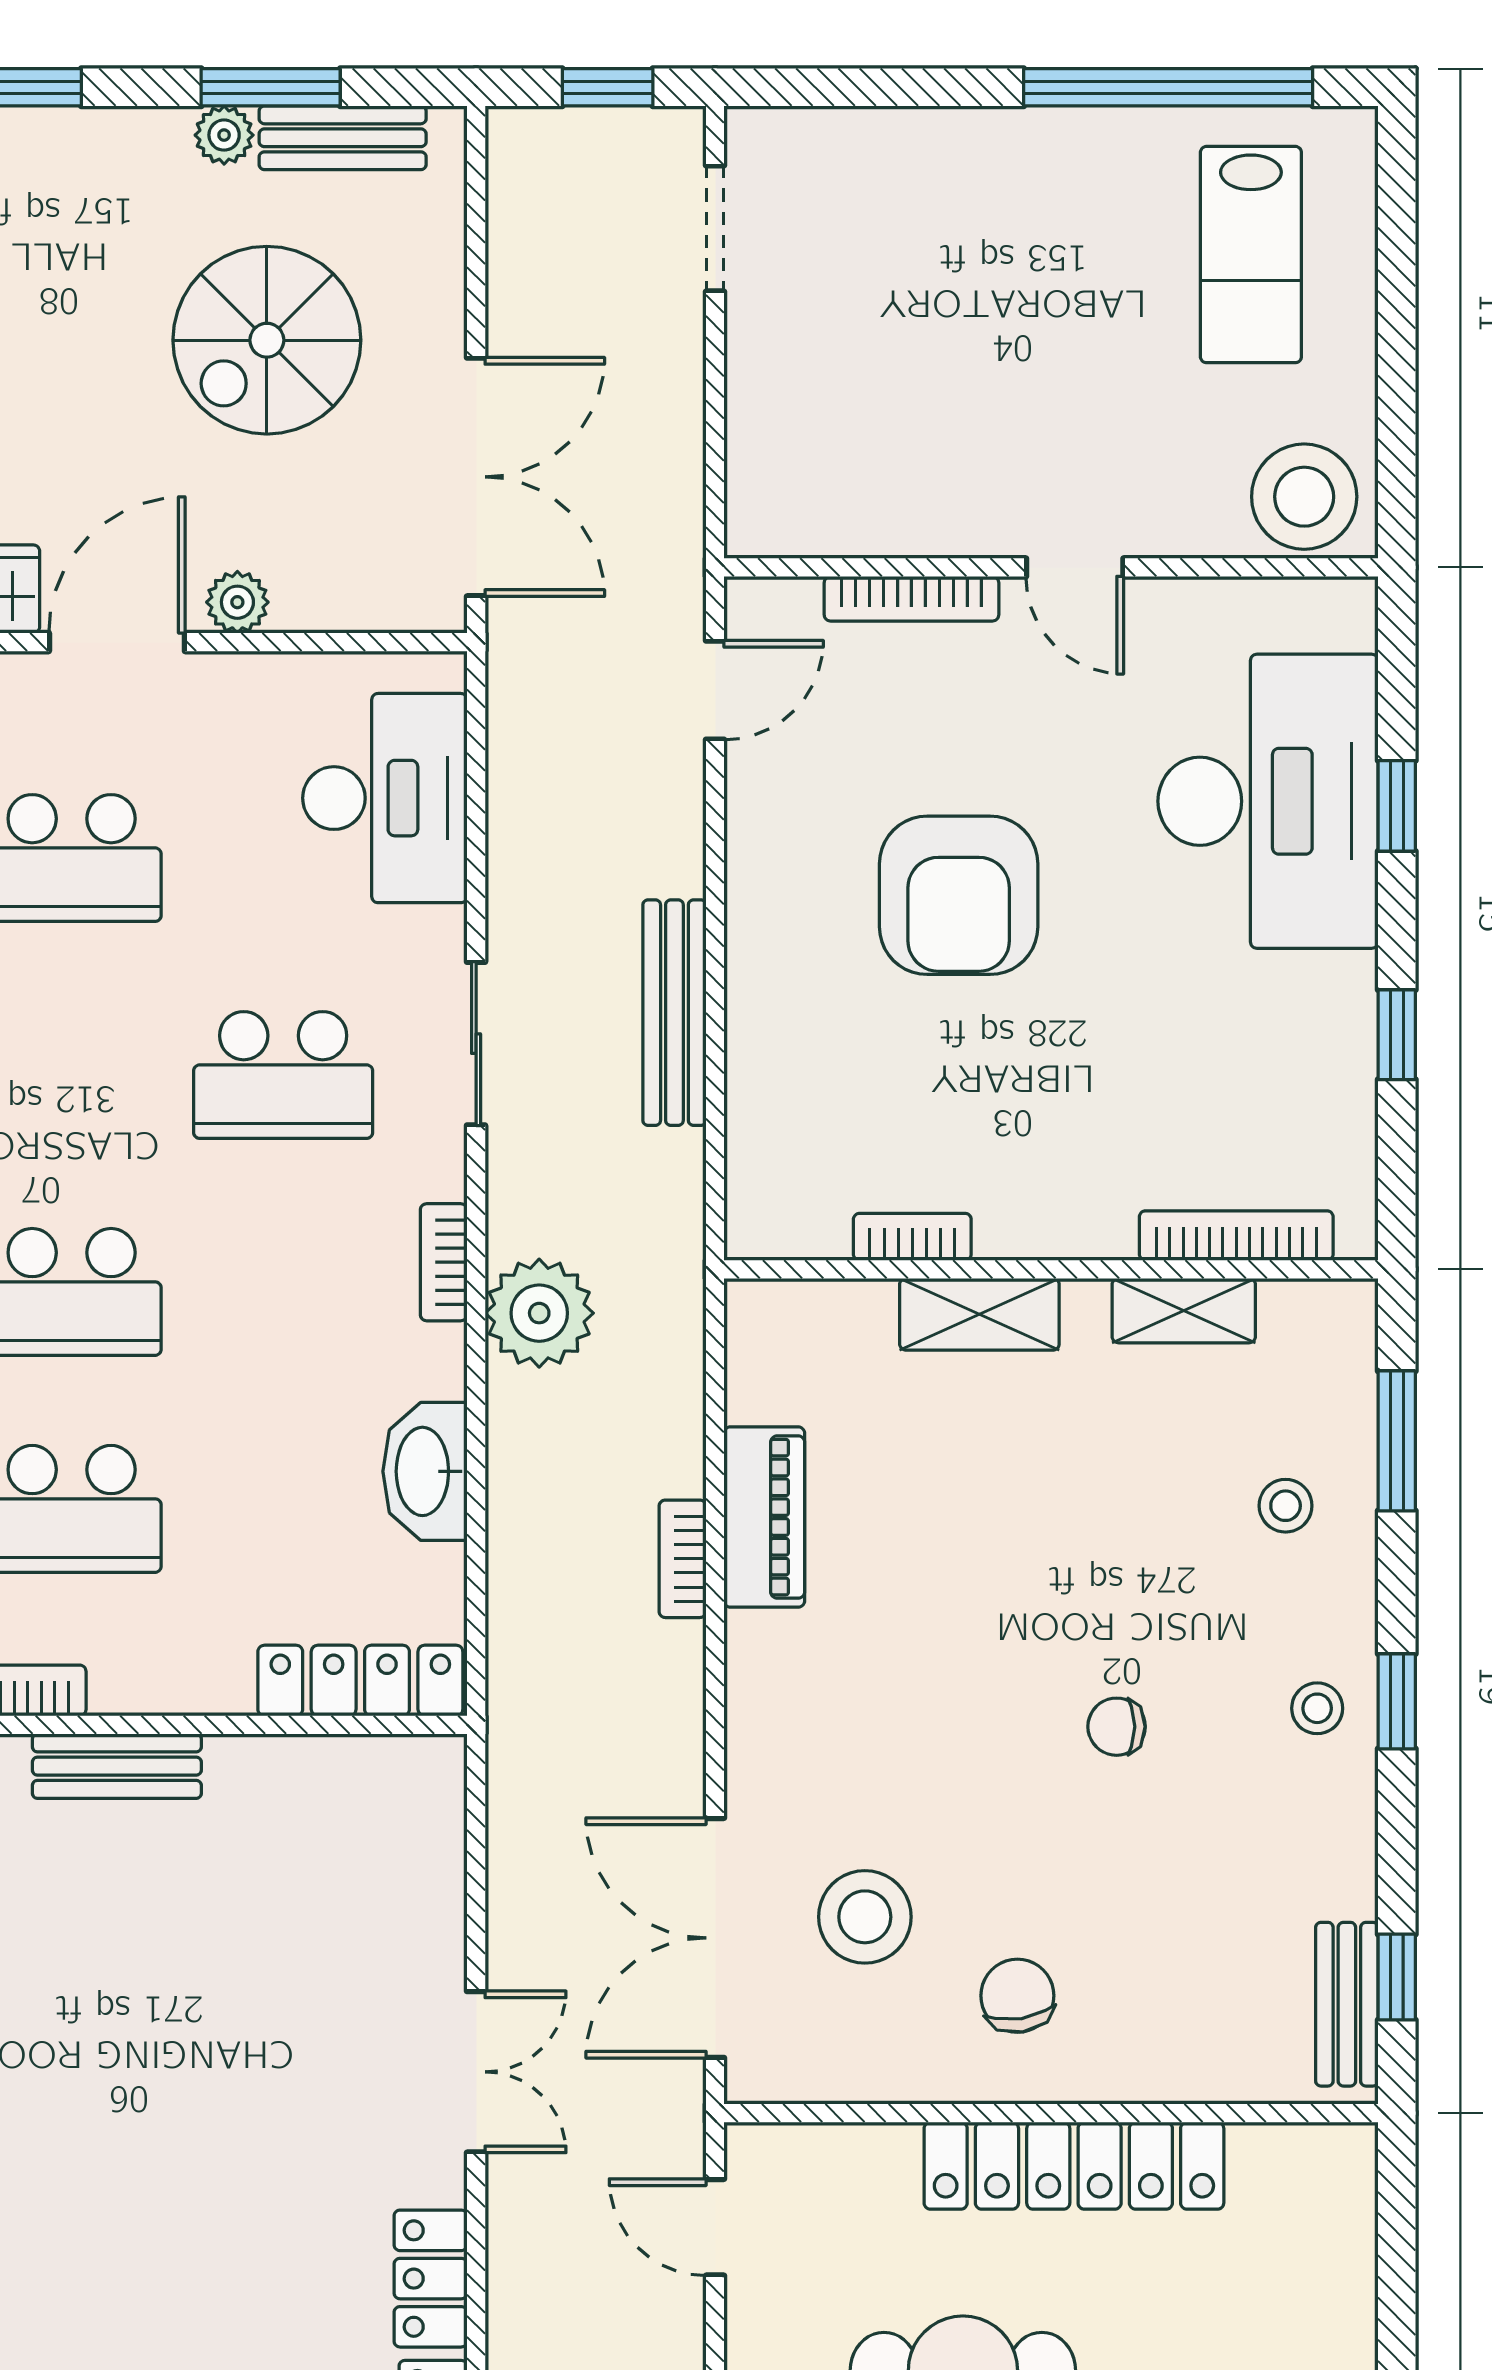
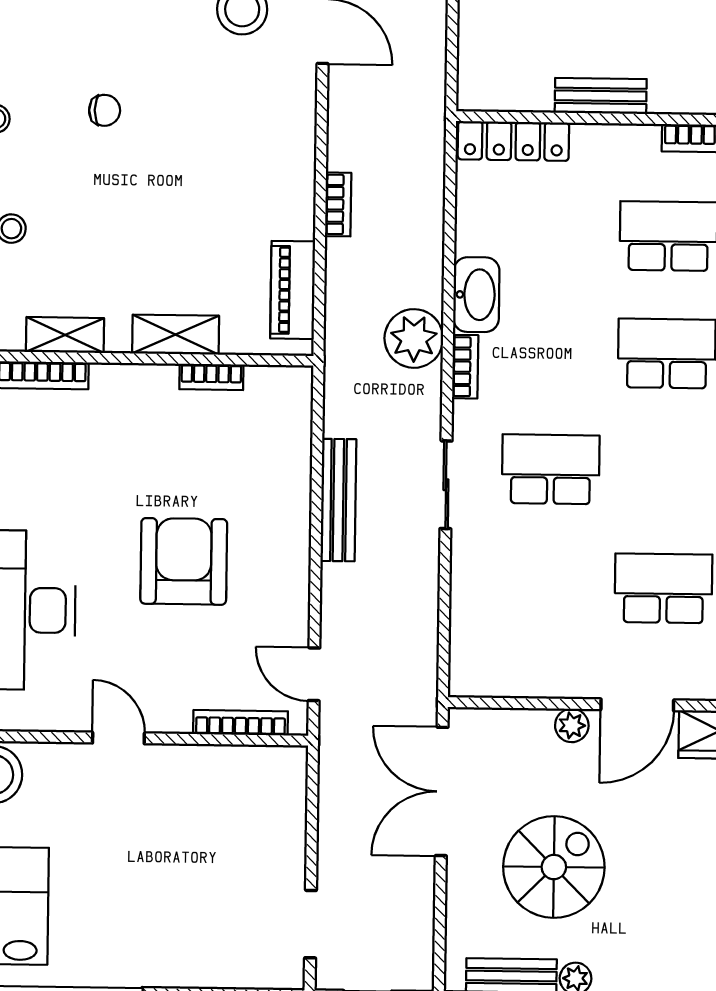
bookcase: (911, 599) -> (241, 723), moved
door: (715, 690) -> (314, 674), hinge flipped
desk: (385, 798) -> (493, 618), removed
washbasin: (425, 1471) -> (476, 295), moved
piano: (764, 1517) -> (293, 290), moved
bench: (117, 1766) -> (601, 96), moved

